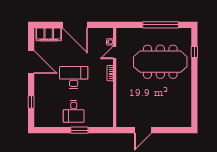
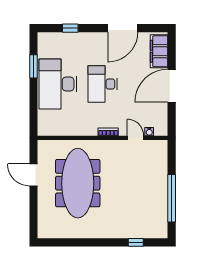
meeting table: (160, 62) -> (78, 183), moved
desk: (74, 77) -> (103, 84), turned 180
desk: (74, 111) -> (58, 84), width x1.87, depth x1.30
window: (79, 130) -> (34, 66), moved

